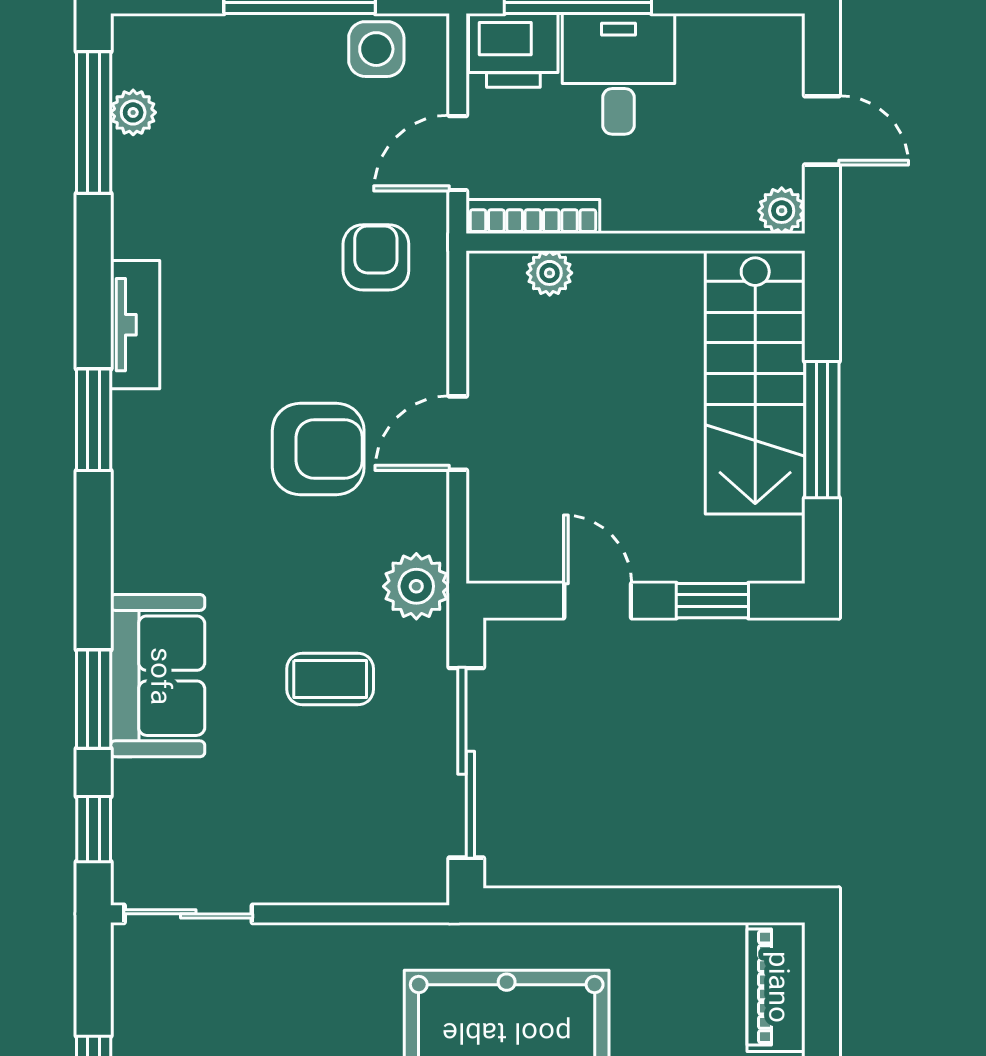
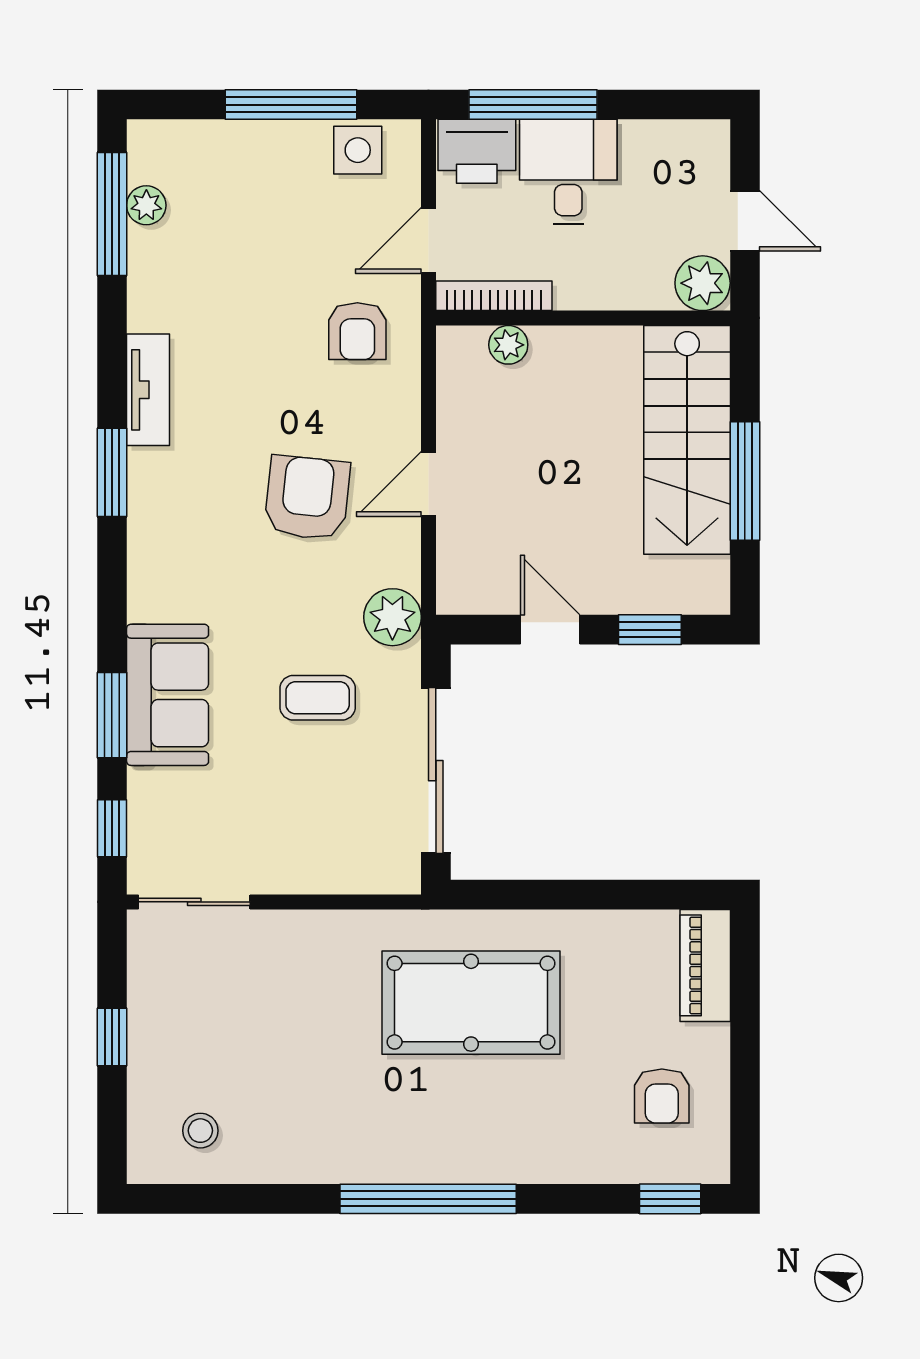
plant: (782, 211) -> (703, 283), width x1.38, depth x1.38
armchair: (376, 257) -> (357, 331), turned 180
armchair: (318, 449) -> (307, 498), turned -84

